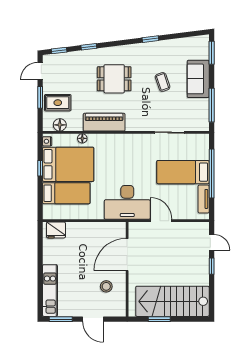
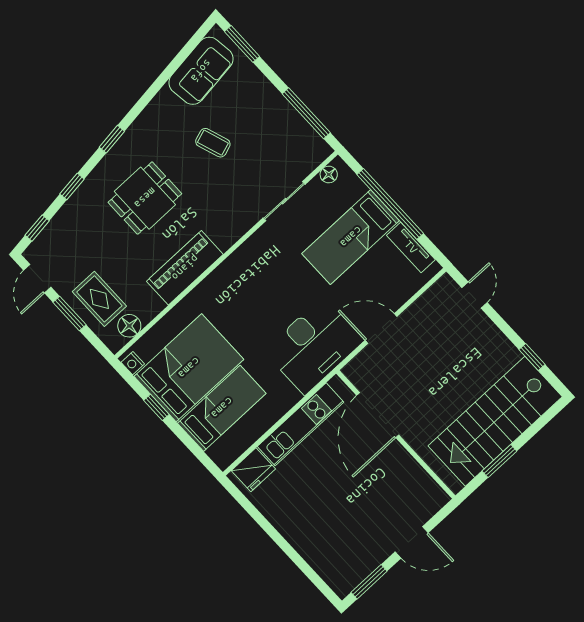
window: (150, 39) -> (112, 139), moved
sofa: (198, 79) -> (201, 71), moved, turned -97
rug: (58, 103) -> (99, 299), turned 90
floor lamp: (82, 138) -> (329, 175), moved
door: (212, 242) -> (475, 295), hinge flipped
window: (212, 266) -> (532, 357), moved
stool: (106, 286) -> (389, 483), removed
kitchen unit: (50, 291) -> (301, 424), moved, turned 90

